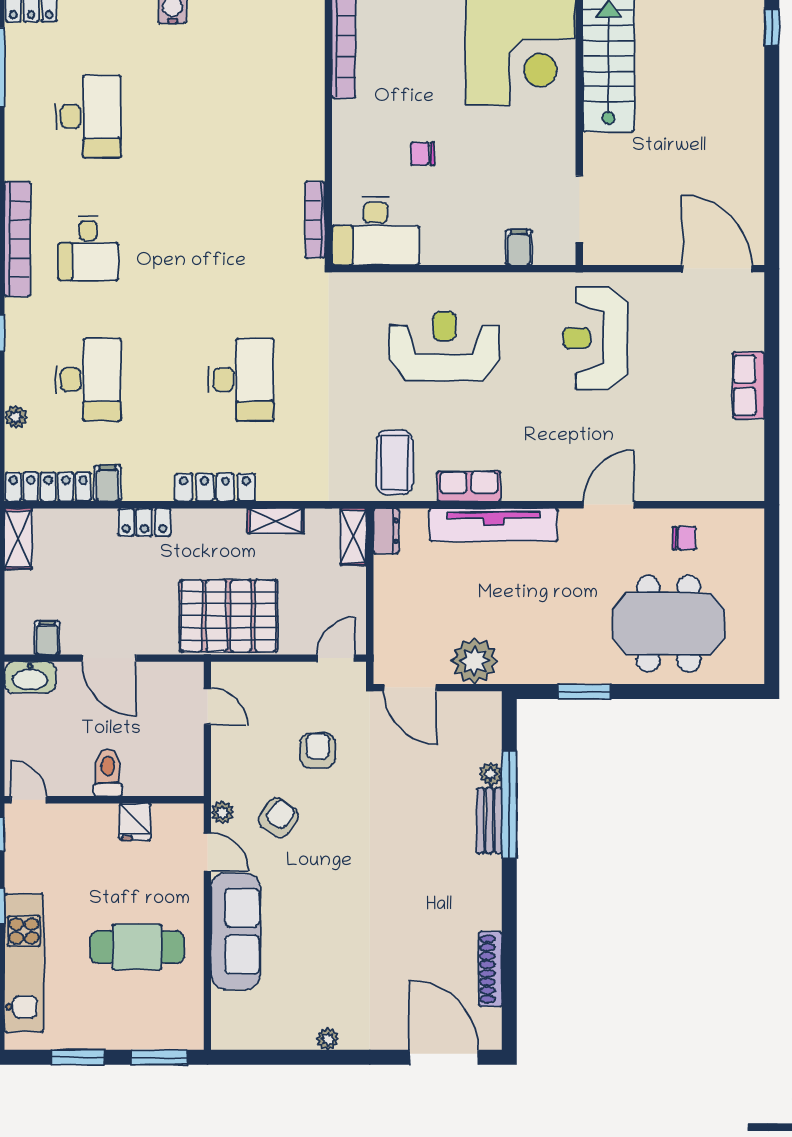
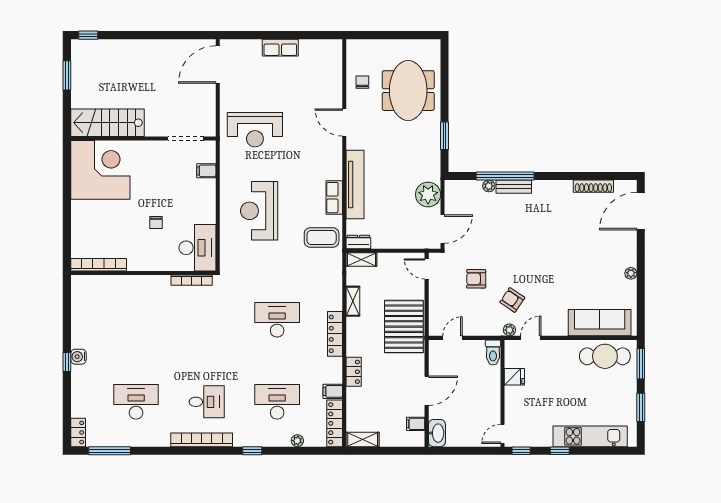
toilet: (108, 773) -> (493, 352), moved, turned -90
sofa: (236, 931) -> (600, 323), moved
cafe table: (137, 947) -> (605, 356), moved, turned 90

